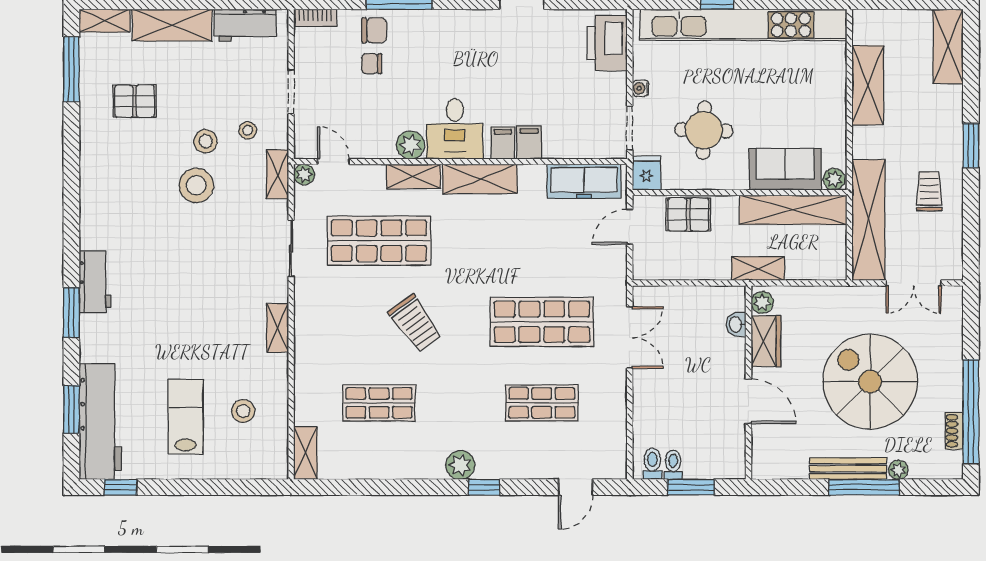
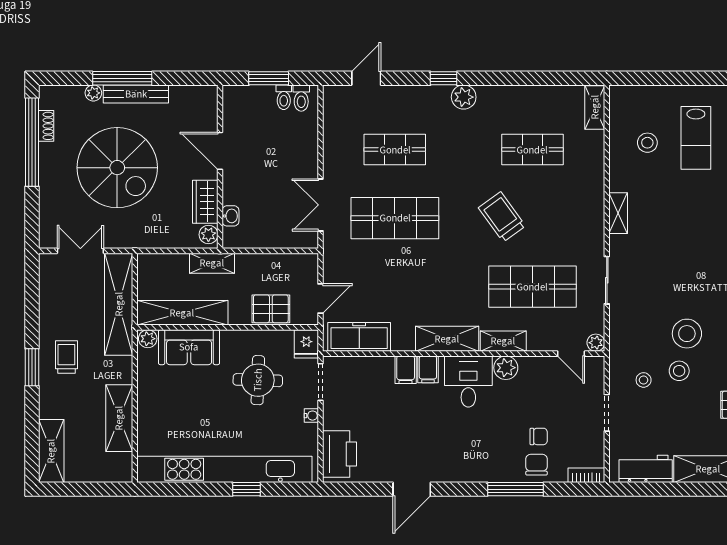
chair: (374, 30) -> (536, 465), turned 90
shelving: (277, 174) -> (618, 343), removed
trolley: (929, 191) -> (66, 357), moved, turned 180

